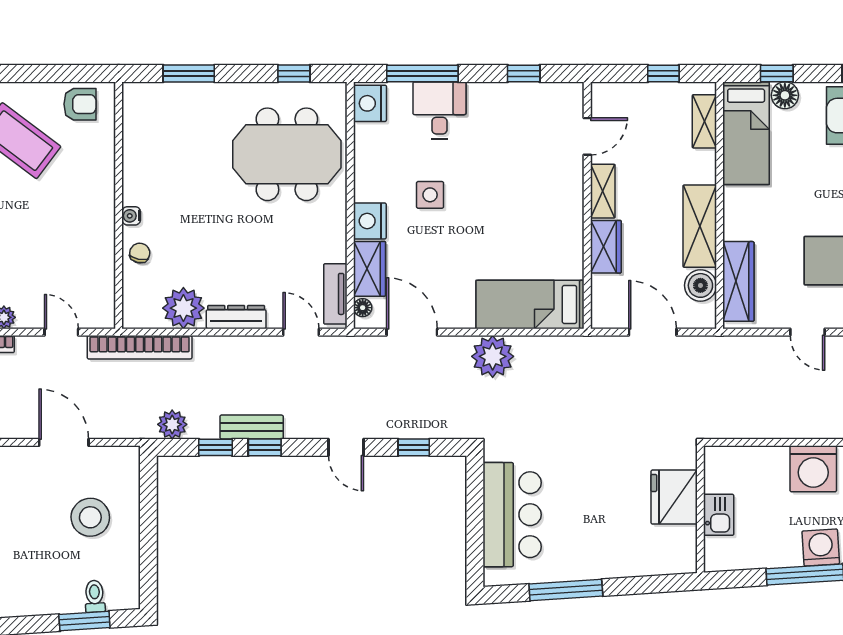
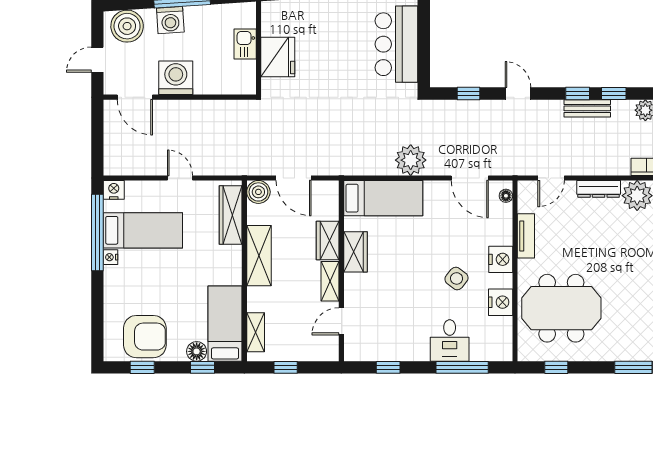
nightstand: (370, 103) -> (501, 302), moved
side table: (430, 195) -> (457, 278), turned 38
wardrobe: (370, 269) -> (355, 252), moved, turned 180
boiler: (700, 285) -> (258, 192), moved
tv unit: (335, 294) -> (526, 236), moved
door: (301, 332) -> (551, 178), hinge flipped

